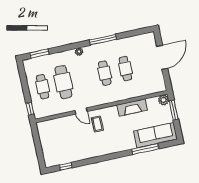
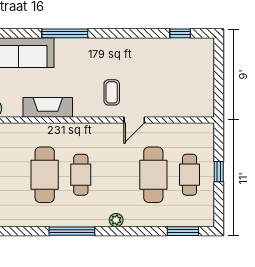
cafe table: (125, 69) -> (45, 175), width x1.37, depth x1.35
window: (30, 109) -> (219, 172), moved
door: (81, 111) -> (134, 120), swing flipped
window: (145, 149) -> (65, 33), moved

